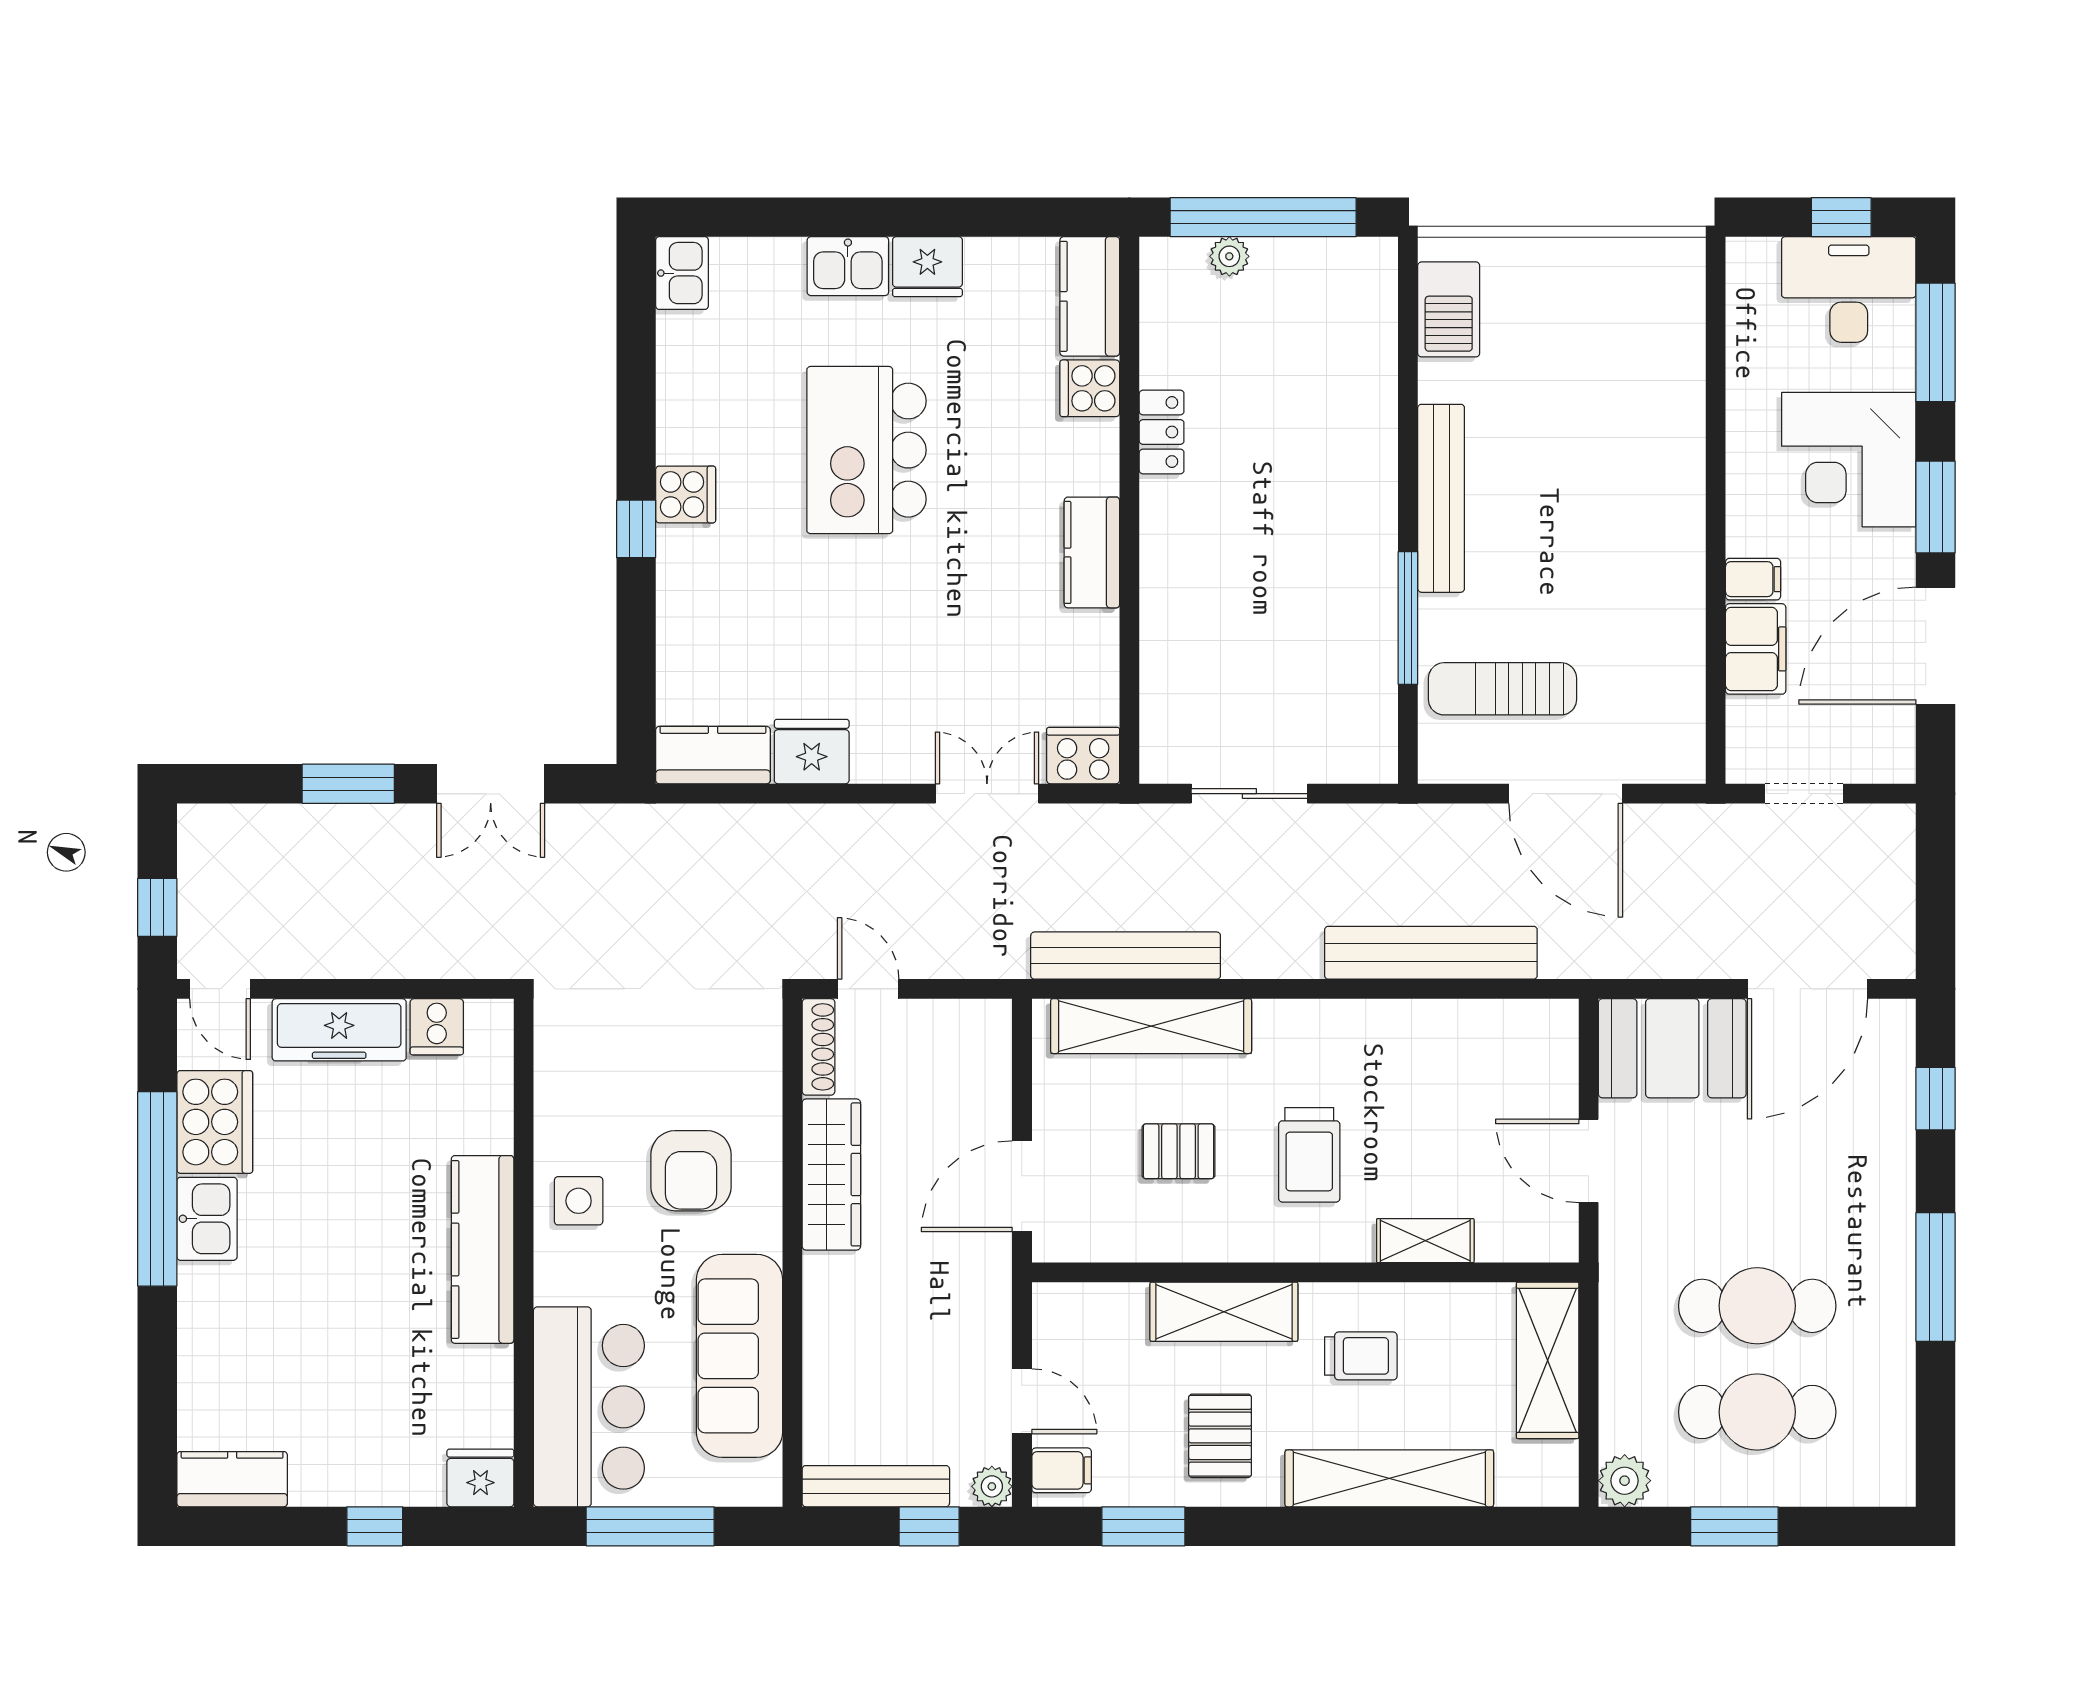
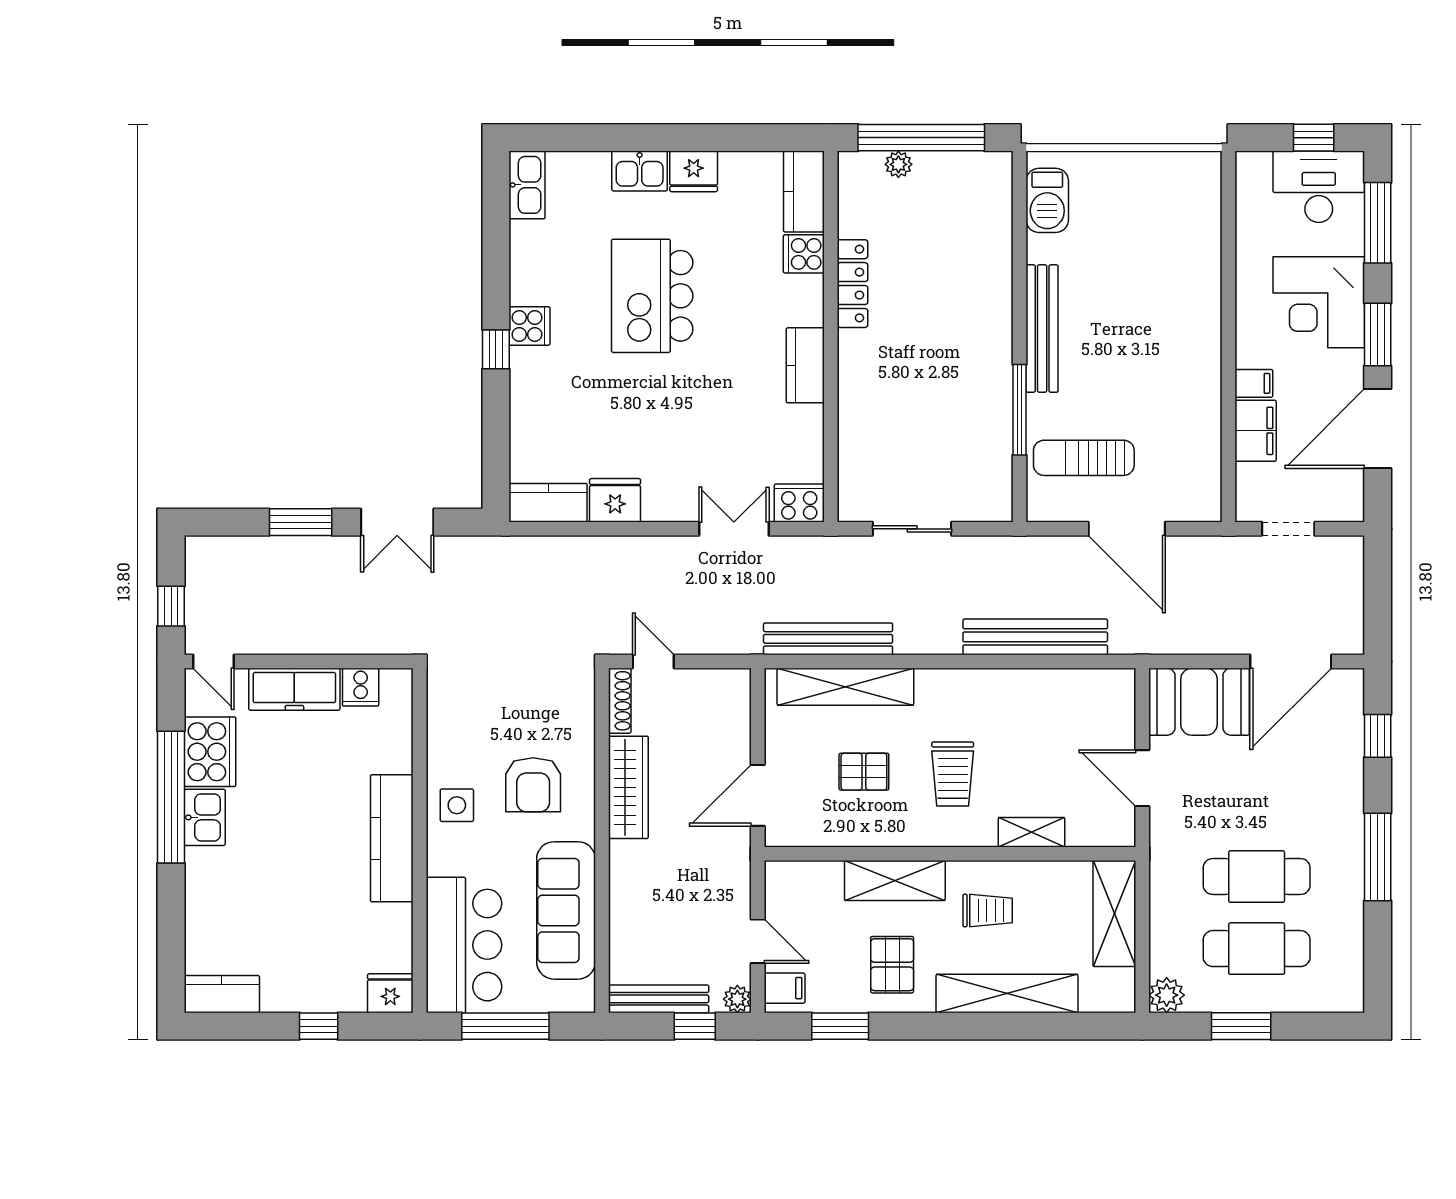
kitchen sink: (682, 273) -> (527, 185), width x1.38
locker: (1162, 432) -> (852, 284), width x1.53

